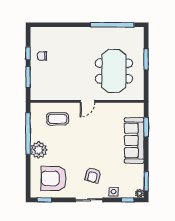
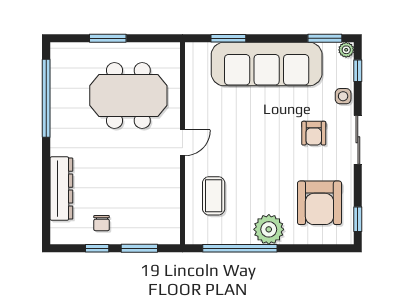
dresser: (62, 33) -> (61, 189), added
door: (87, 101) -> (182, 143), hinge flipped
sofa: (134, 140) -> (267, 64), width x1.36, depth x1.27
armchair: (93, 175) -> (314, 133), turned 75

